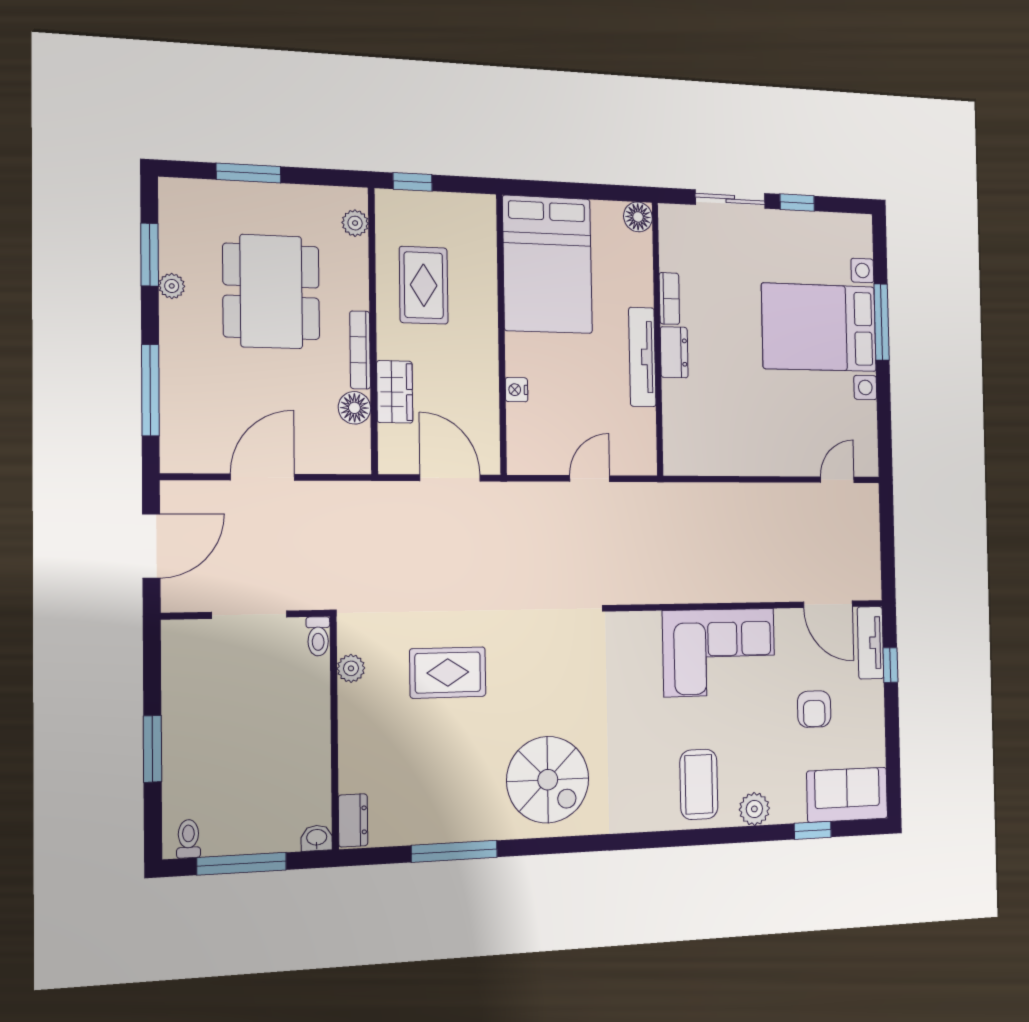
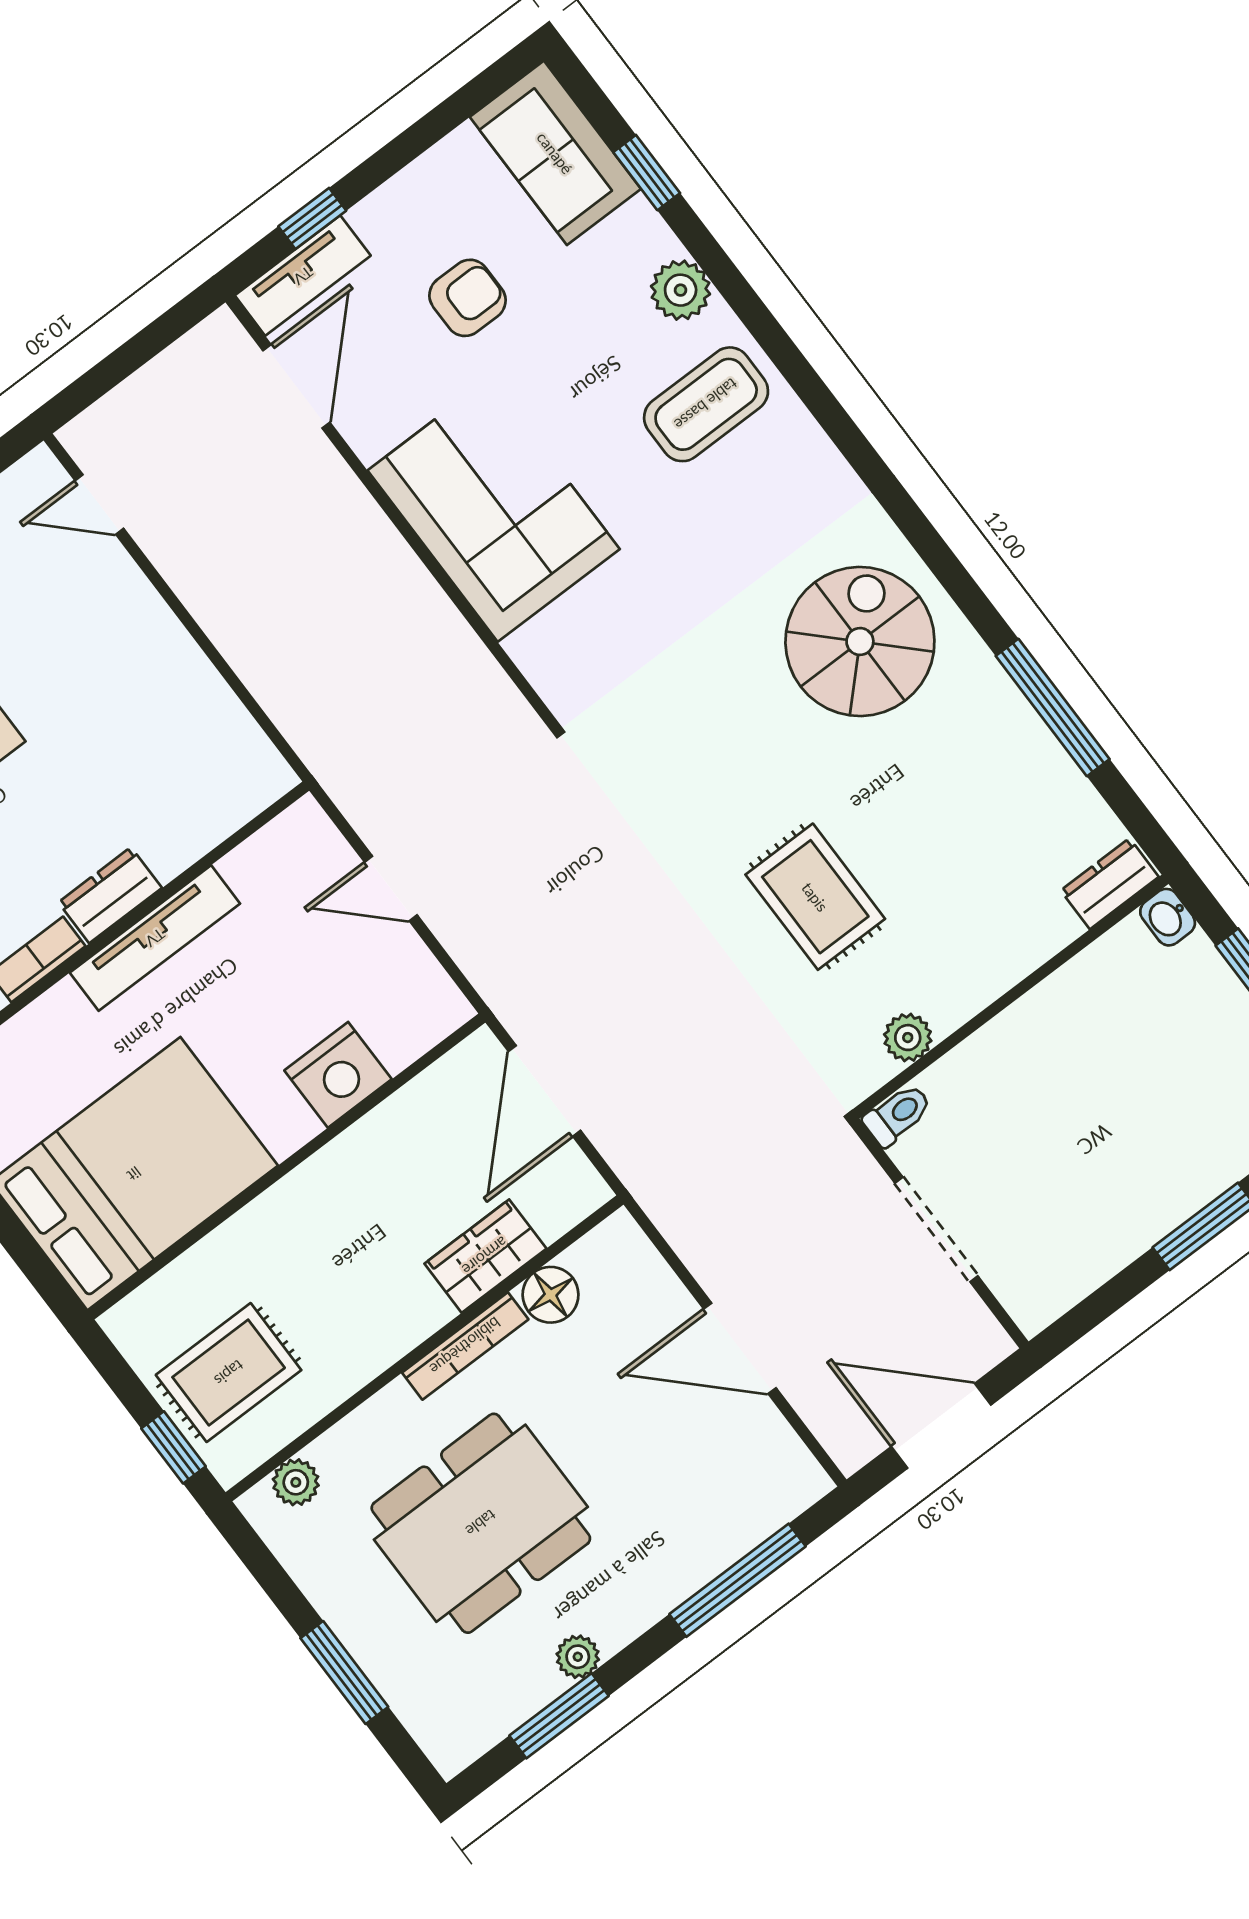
rug: (424, 285) -> (229, 1373), moved
nightstand: (516, 390) -> (338, 1075), width x1.89, depth x1.79

